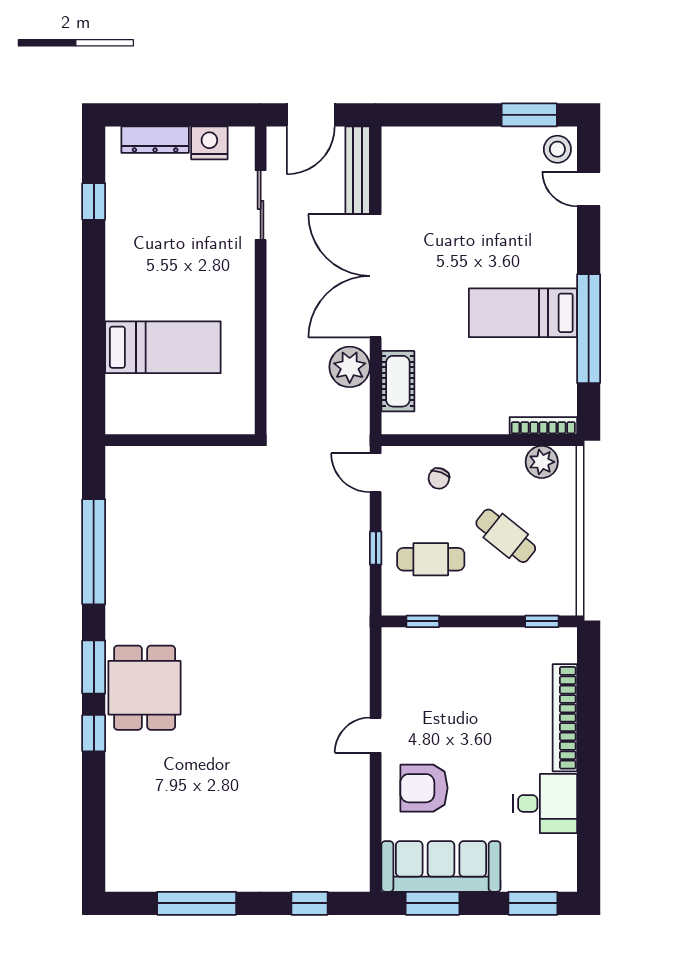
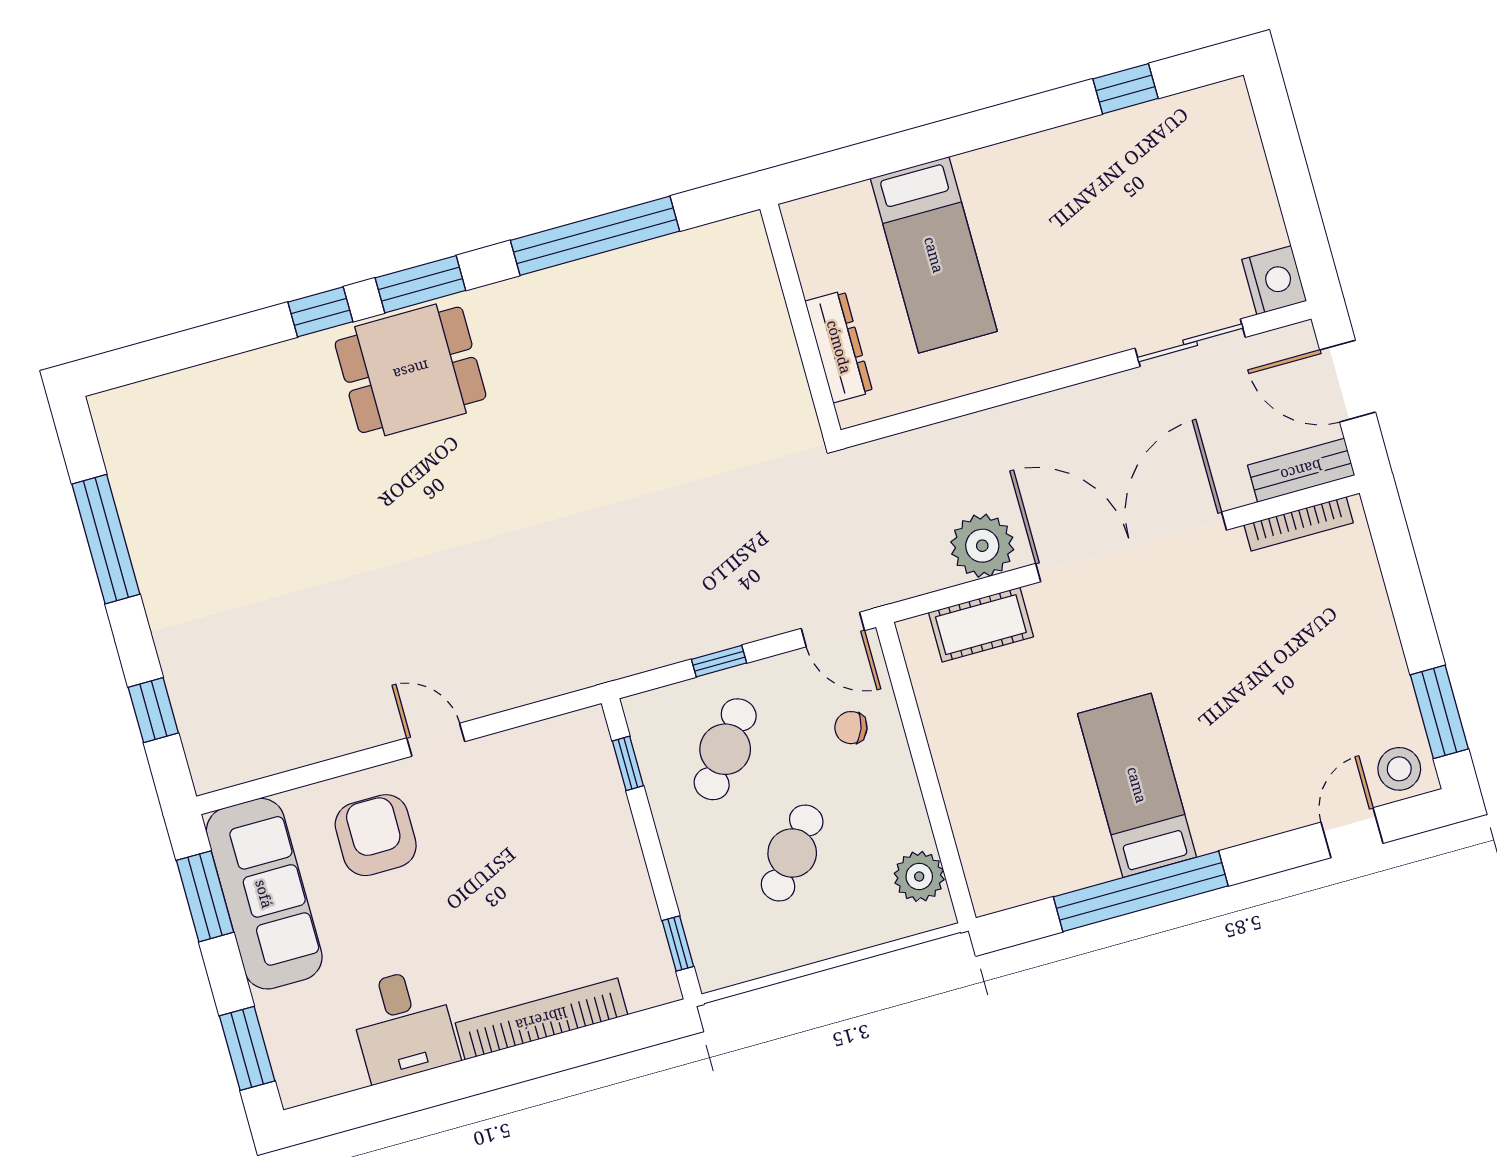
dresser: (155, 140) -> (839, 347), moved, turned 180
nightstand: (209, 143) -> (1274, 280), moved
bench: (358, 170) -> (1301, 470), width x0.73
bookcase: (543, 426) -> (1299, 524), moved, turned 90
door: (376, 473) -> (833, 630), swing flipped
cafe table: (431, 559) -> (725, 749), turned 37

